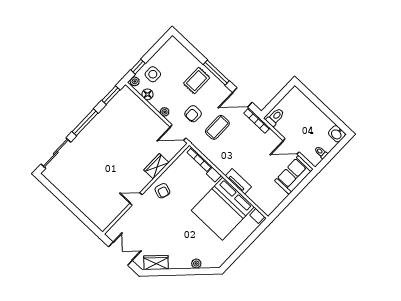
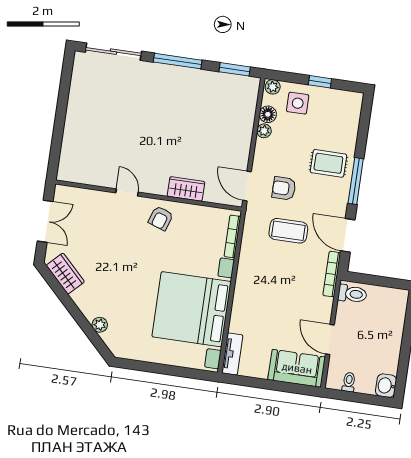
window: (138, 67) -> (320, 82), moved
plant: (165, 112) -> (264, 131), moved
tv unit: (238, 181) -> (232, 354), moved

